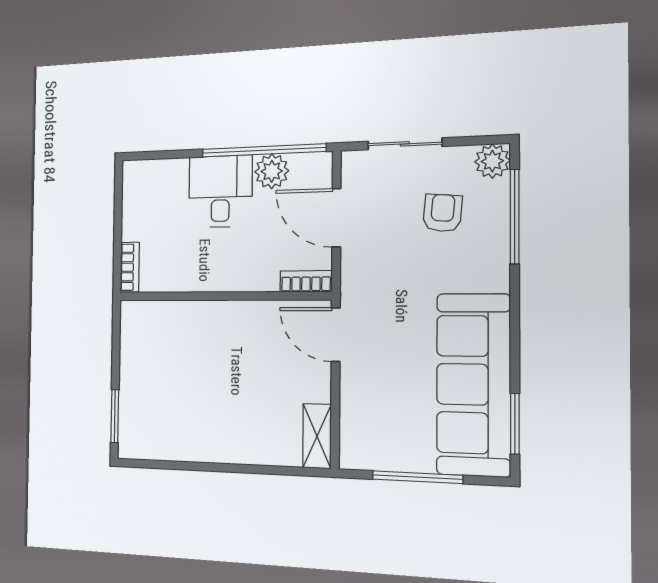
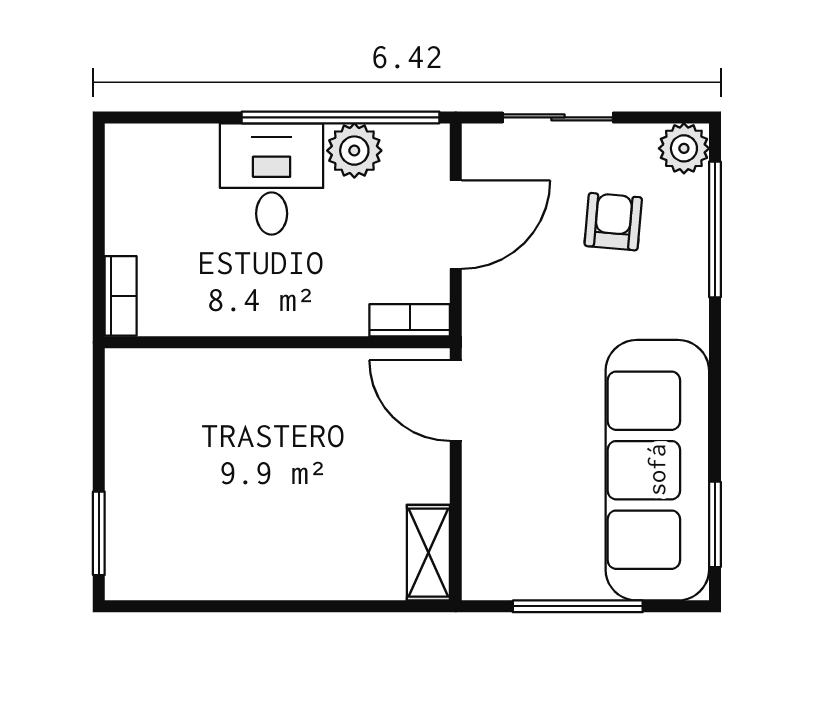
door: (336, 218) -> (456, 225), swing flipped

